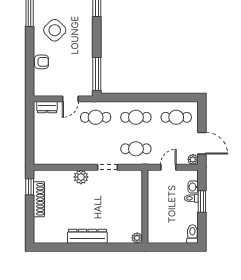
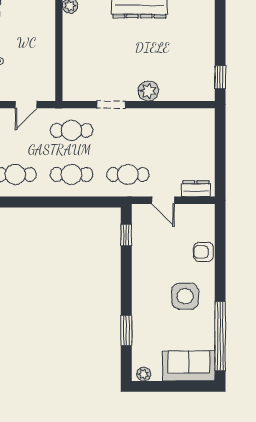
side table: (55, 30) -> (185, 296), turned 45
window: (97, 74) -> (126, 235), width x0.46
door: (70, 99) -> (163, 200), swing flipped
shoe rack: (39, 199) -> (207, 60), removed

